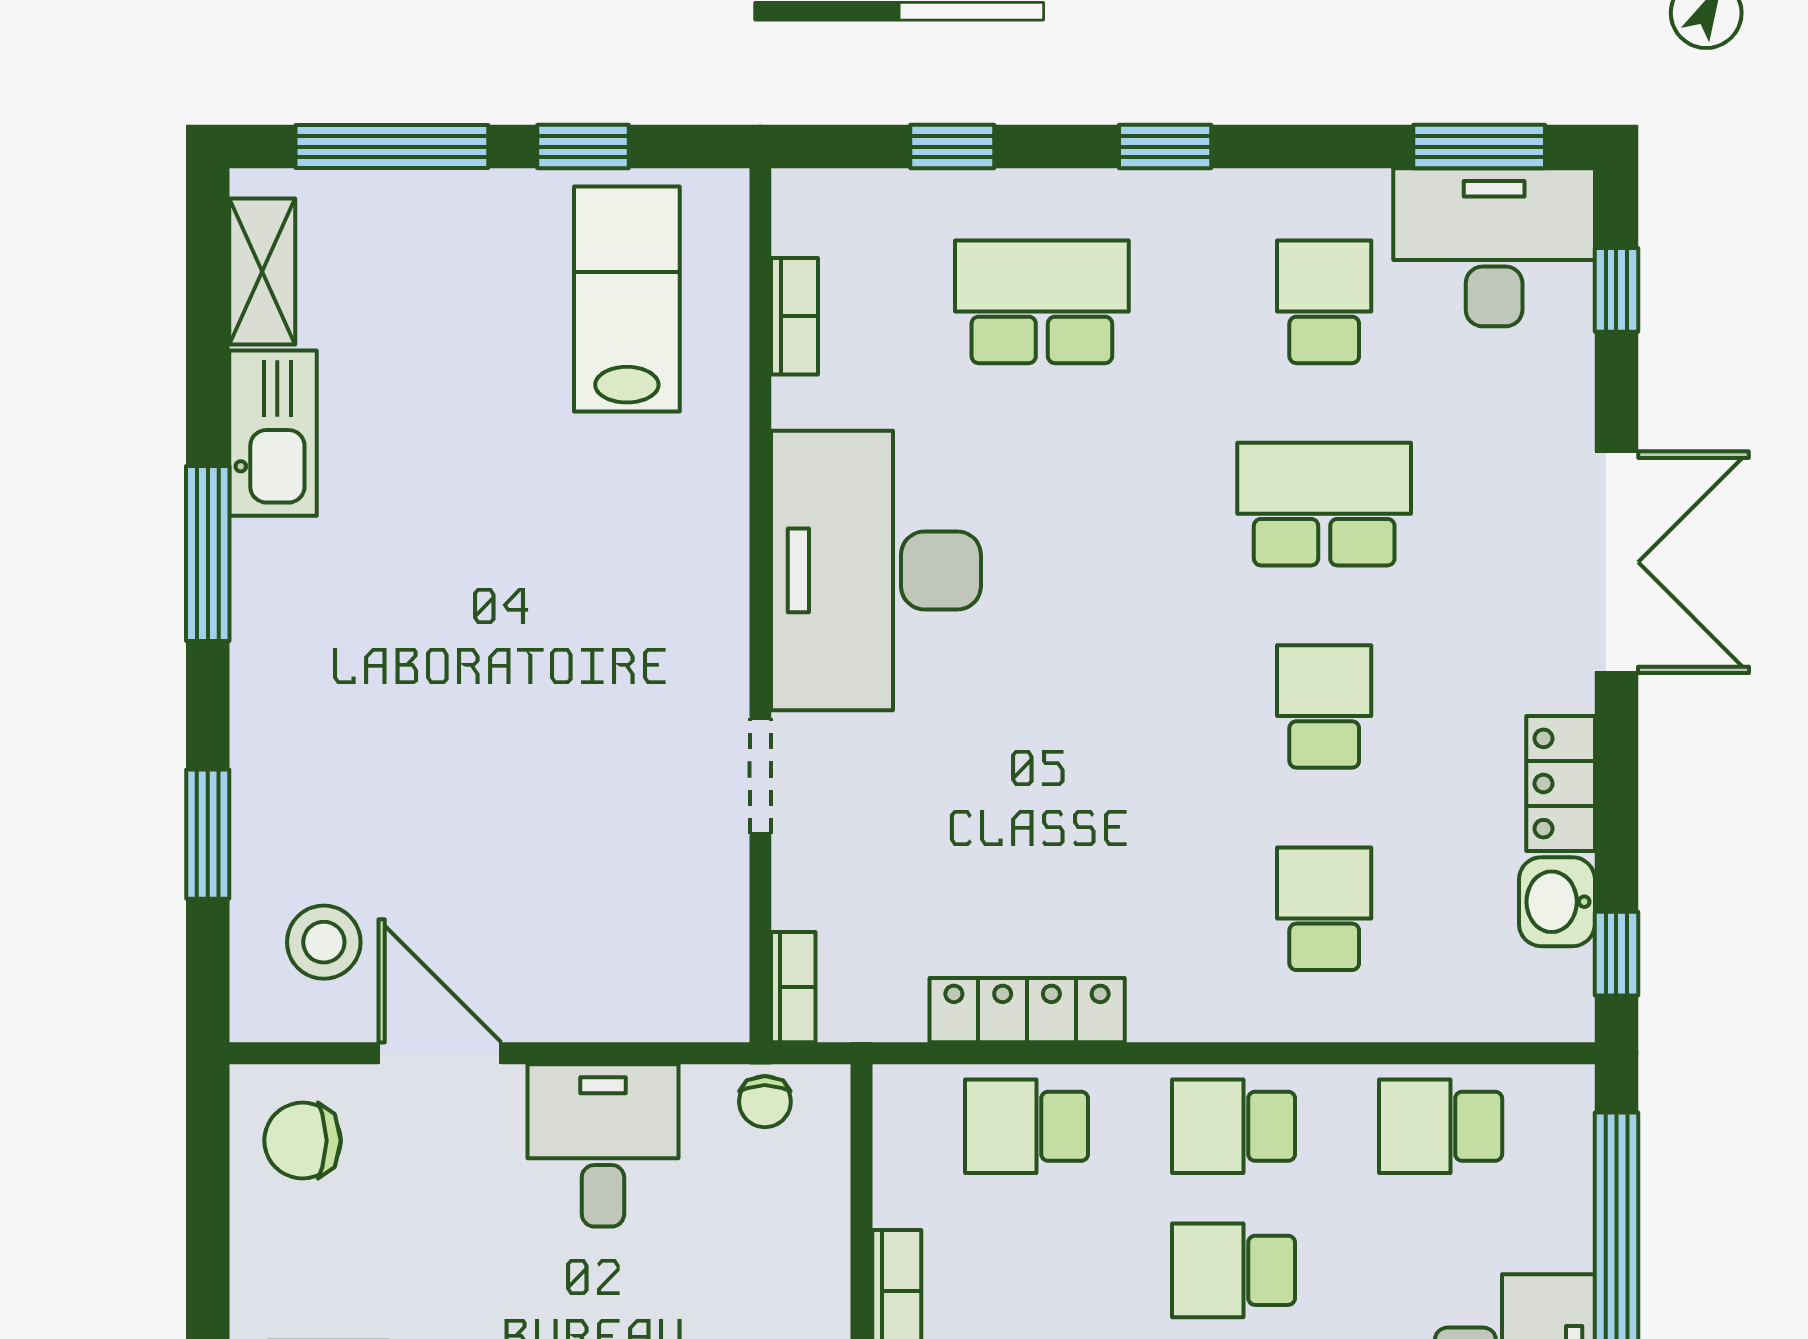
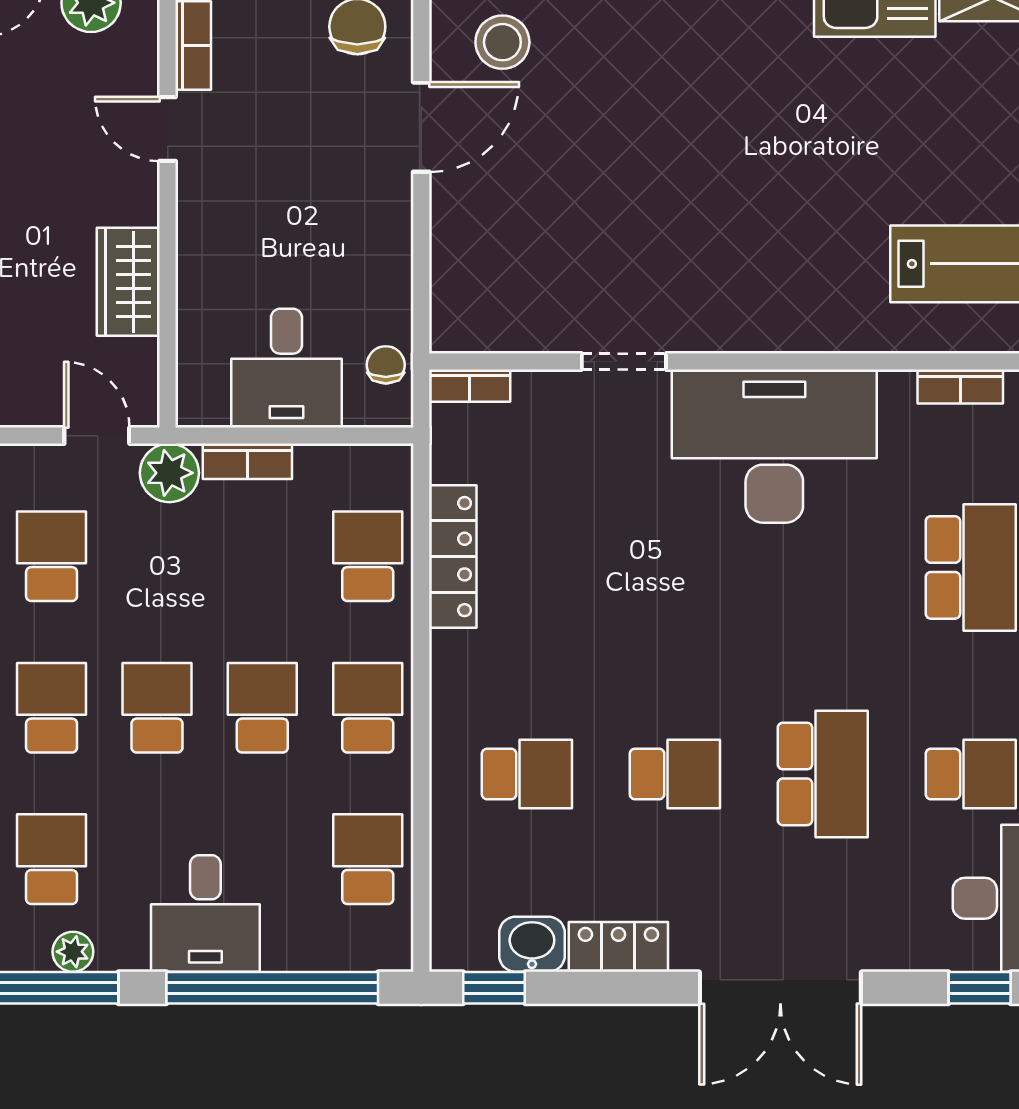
chair: (765, 1102) -> (386, 365), turned 90
desk: (603, 1145) -> (286, 368), moved, turned 90

